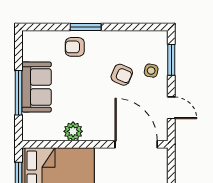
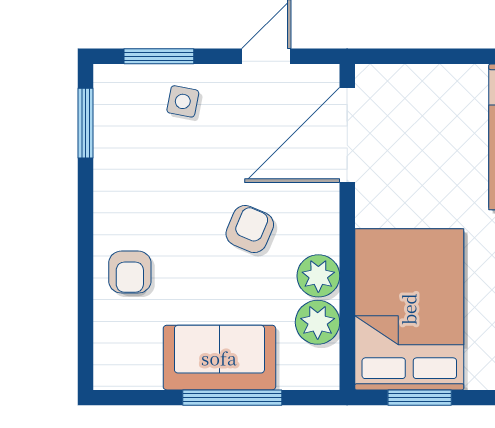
window: (86, 27) -> (86, 123), moved
armchair: (122, 75) -> (250, 229), moved
plant: (52, 131) -> (318, 322), added

